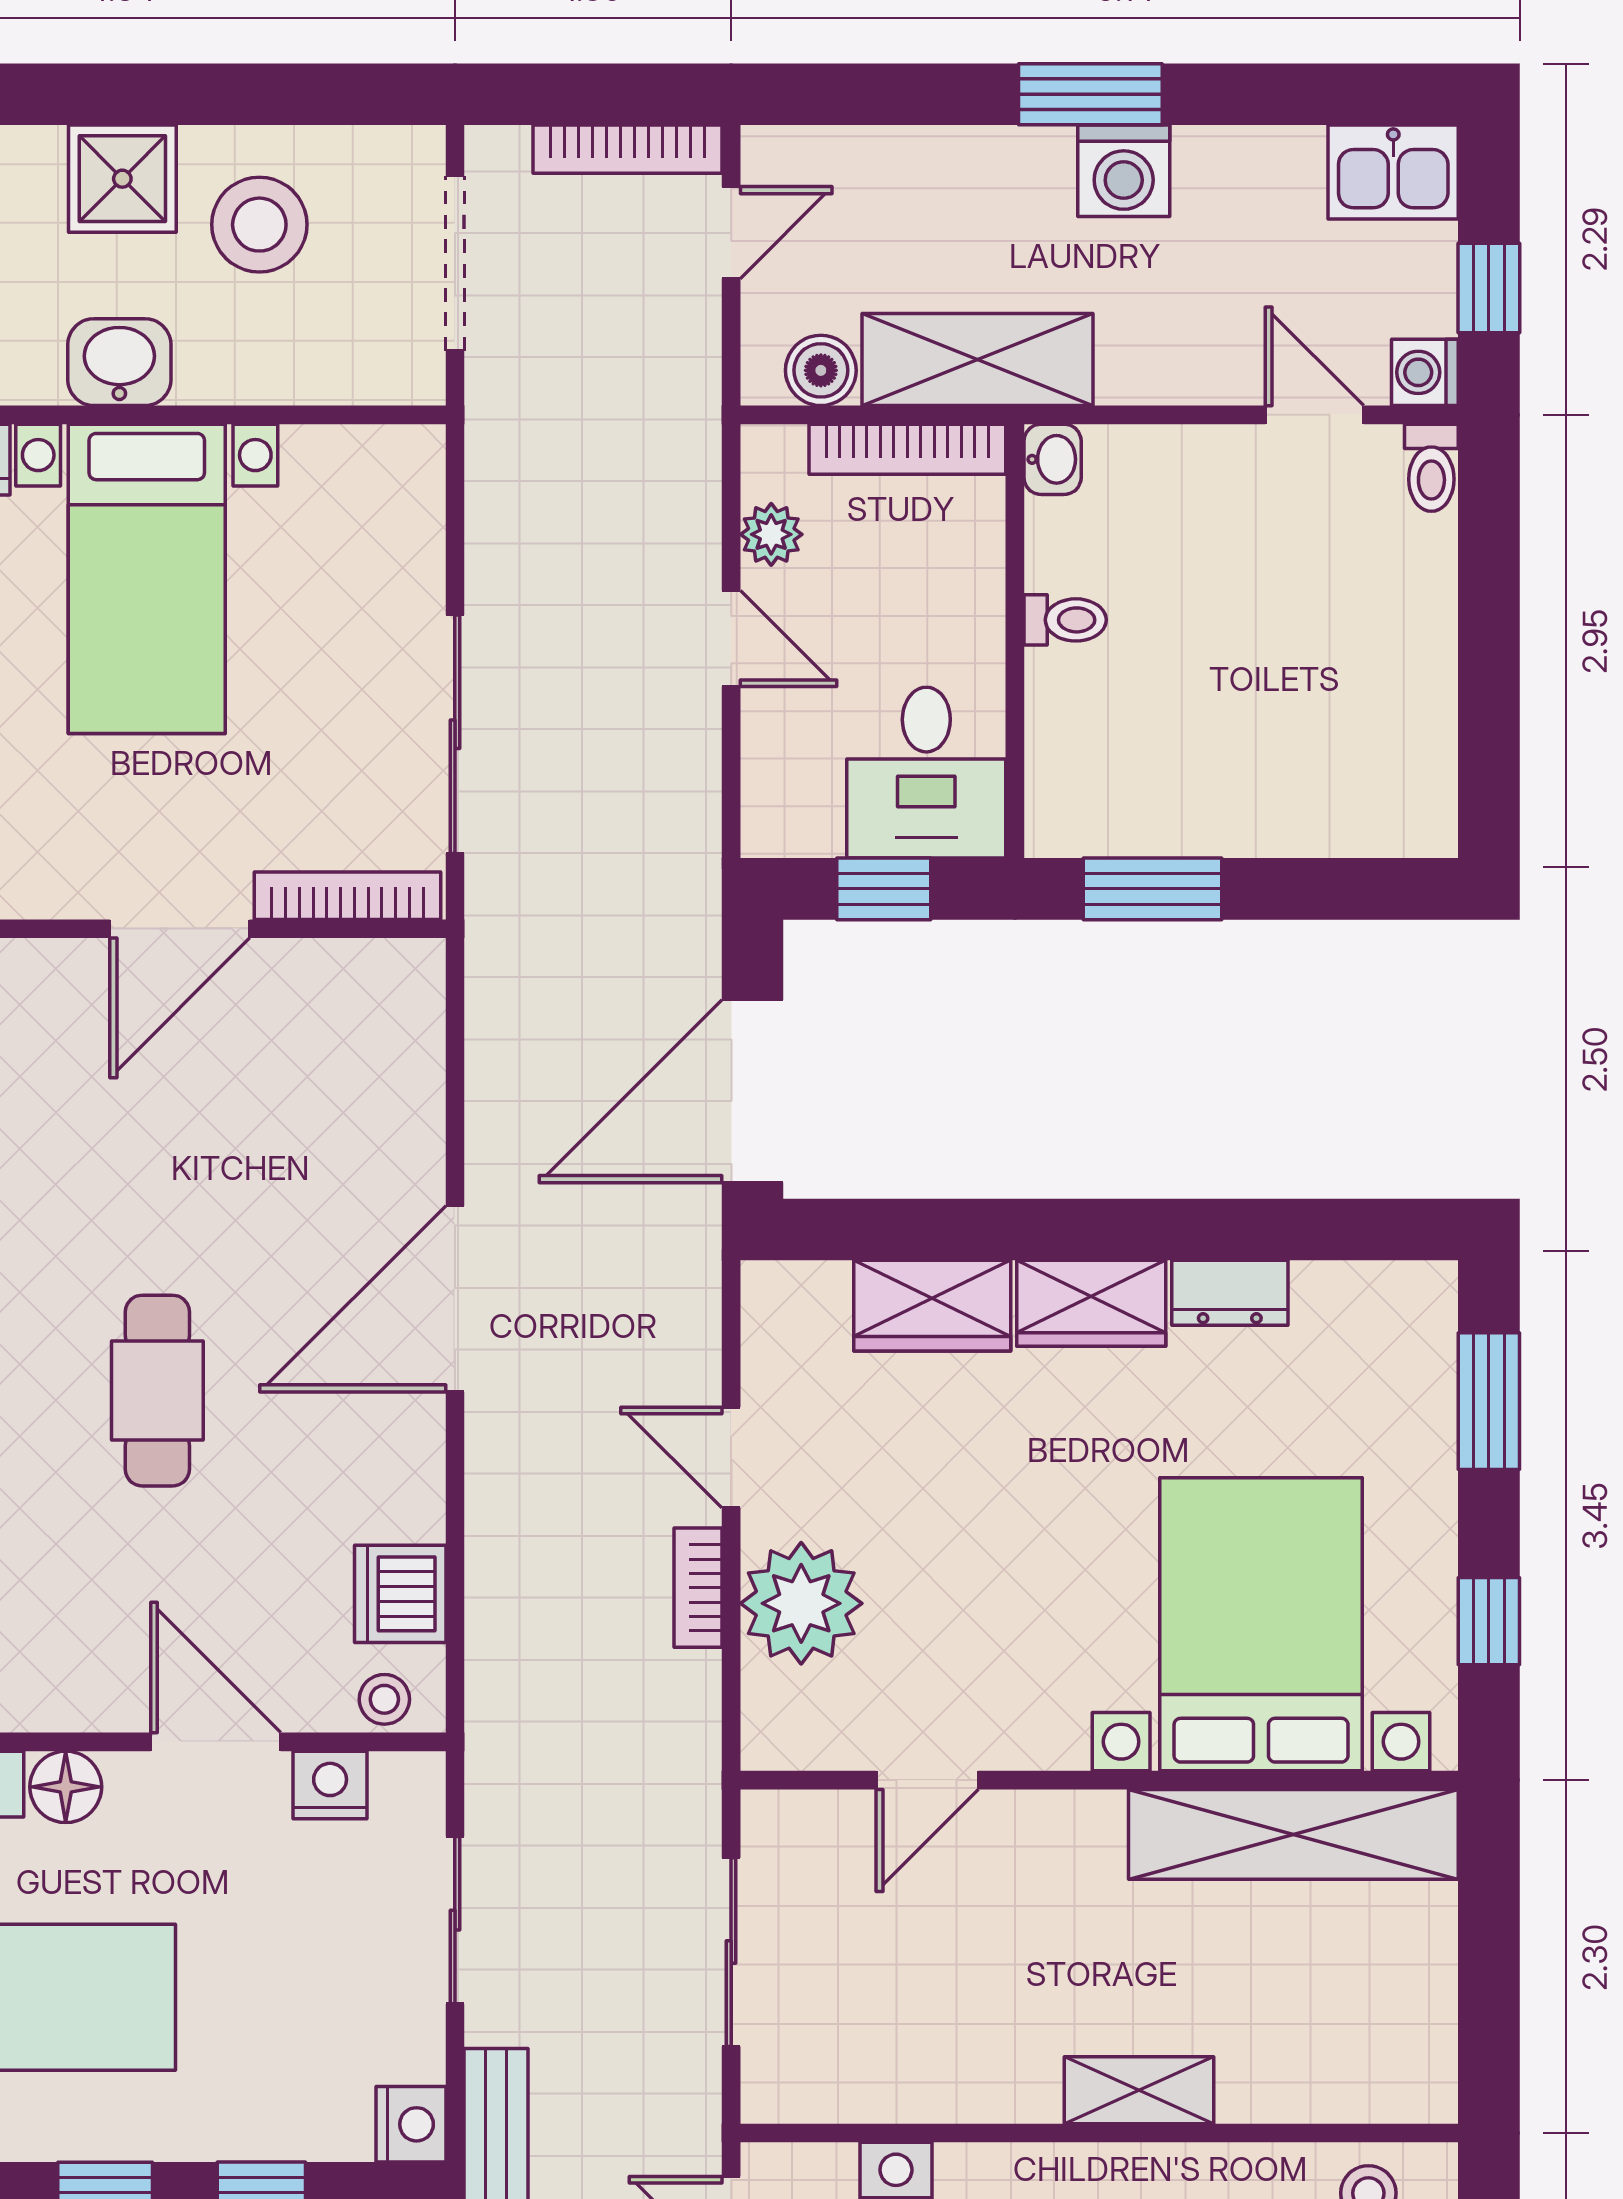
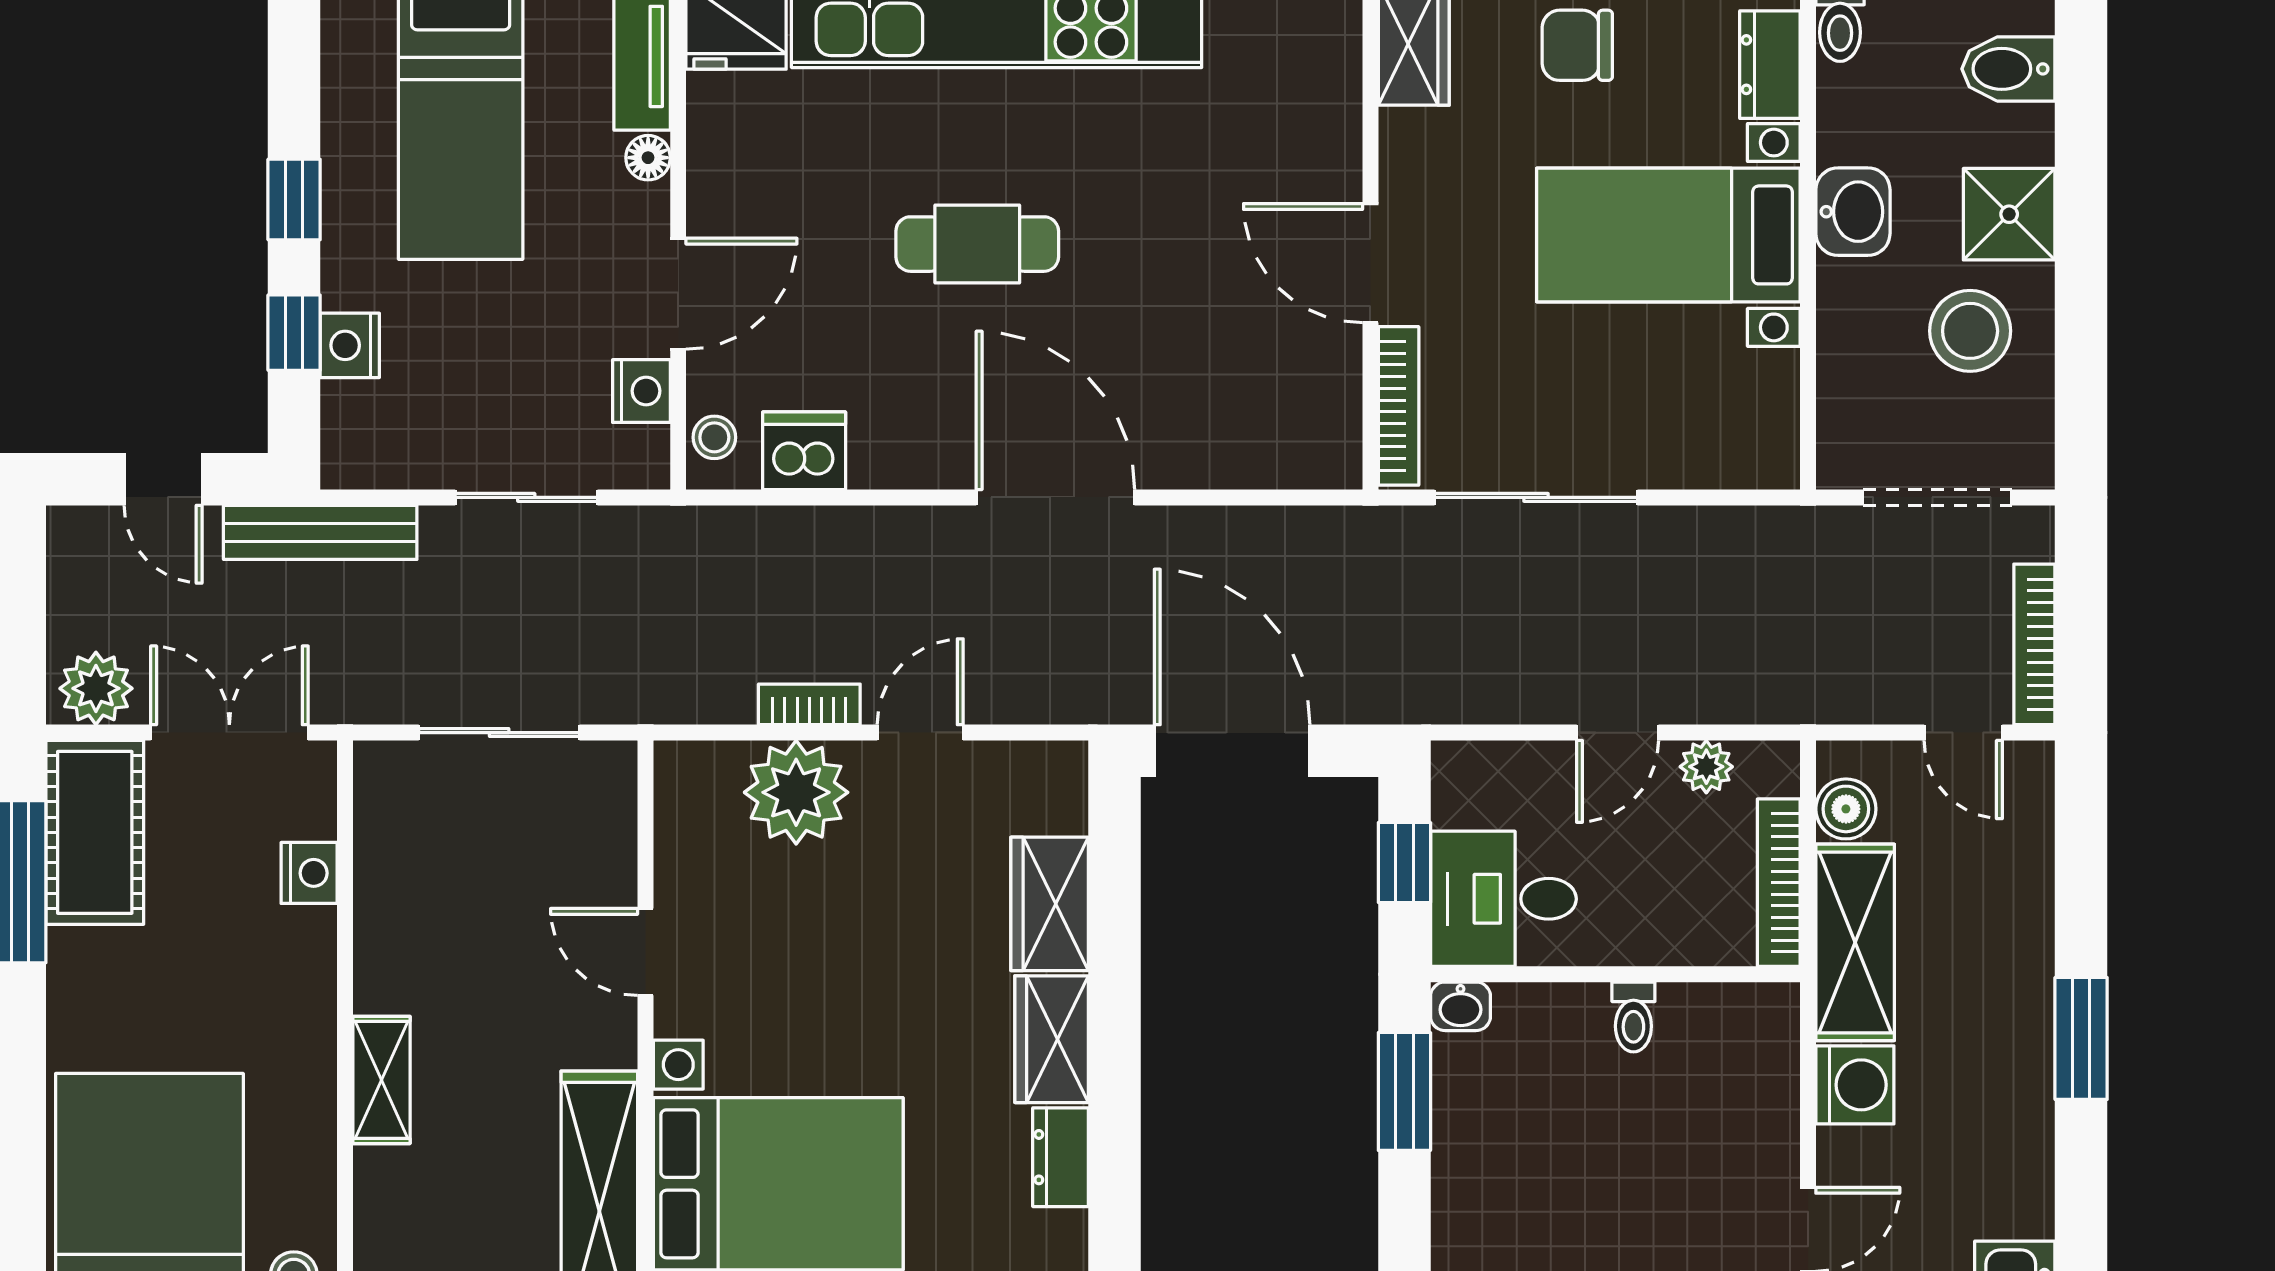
washing machine: (1124, 171) -> (1855, 1085), moved, turned 180
washbasin: (1053, 459) -> (1461, 1006), moved
door: (927, 1780) -> (645, 952), moved
floor lamp: (66, 1787) -> (648, 158), width x0.73, depth x0.73
nightstand: (411, 2124) -> (350, 345), moved, turned 90

